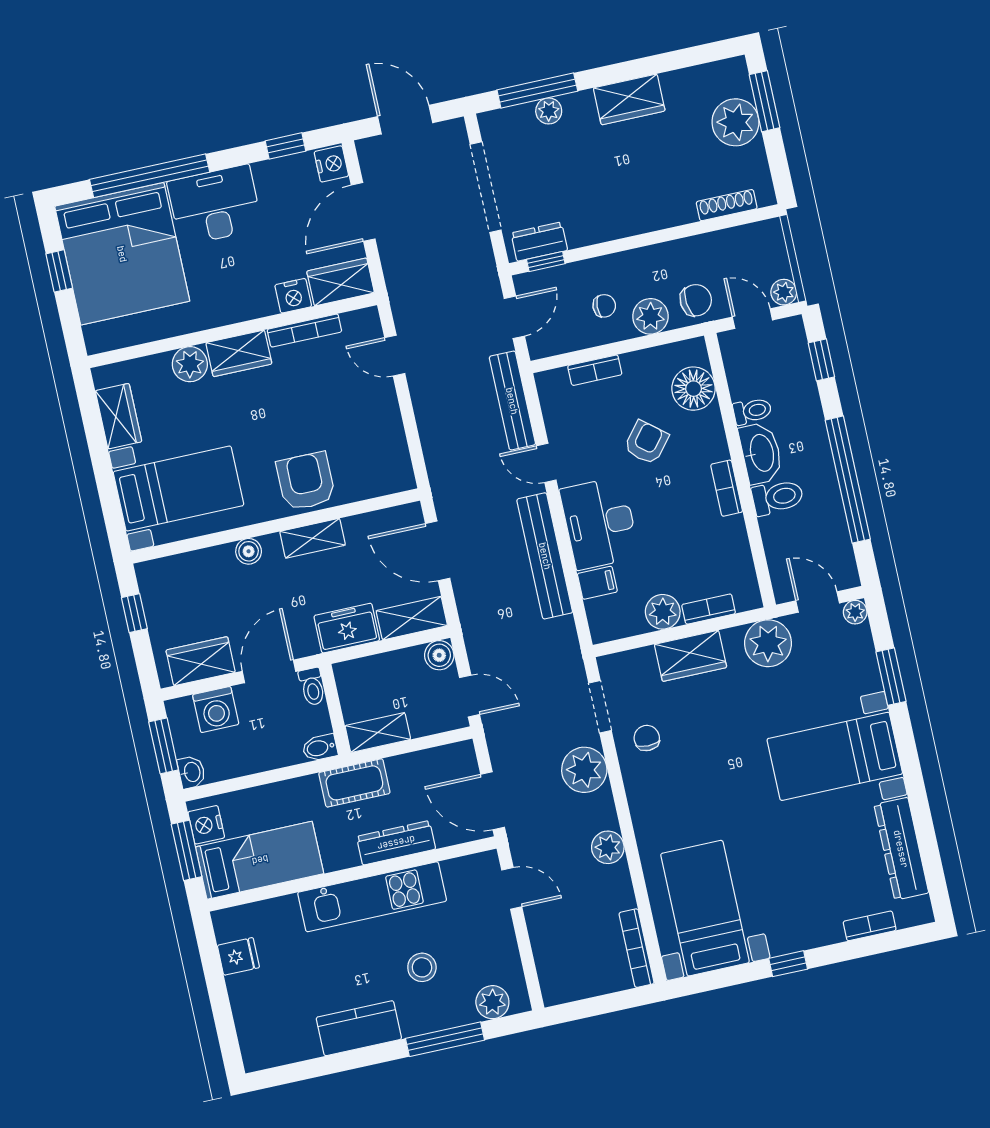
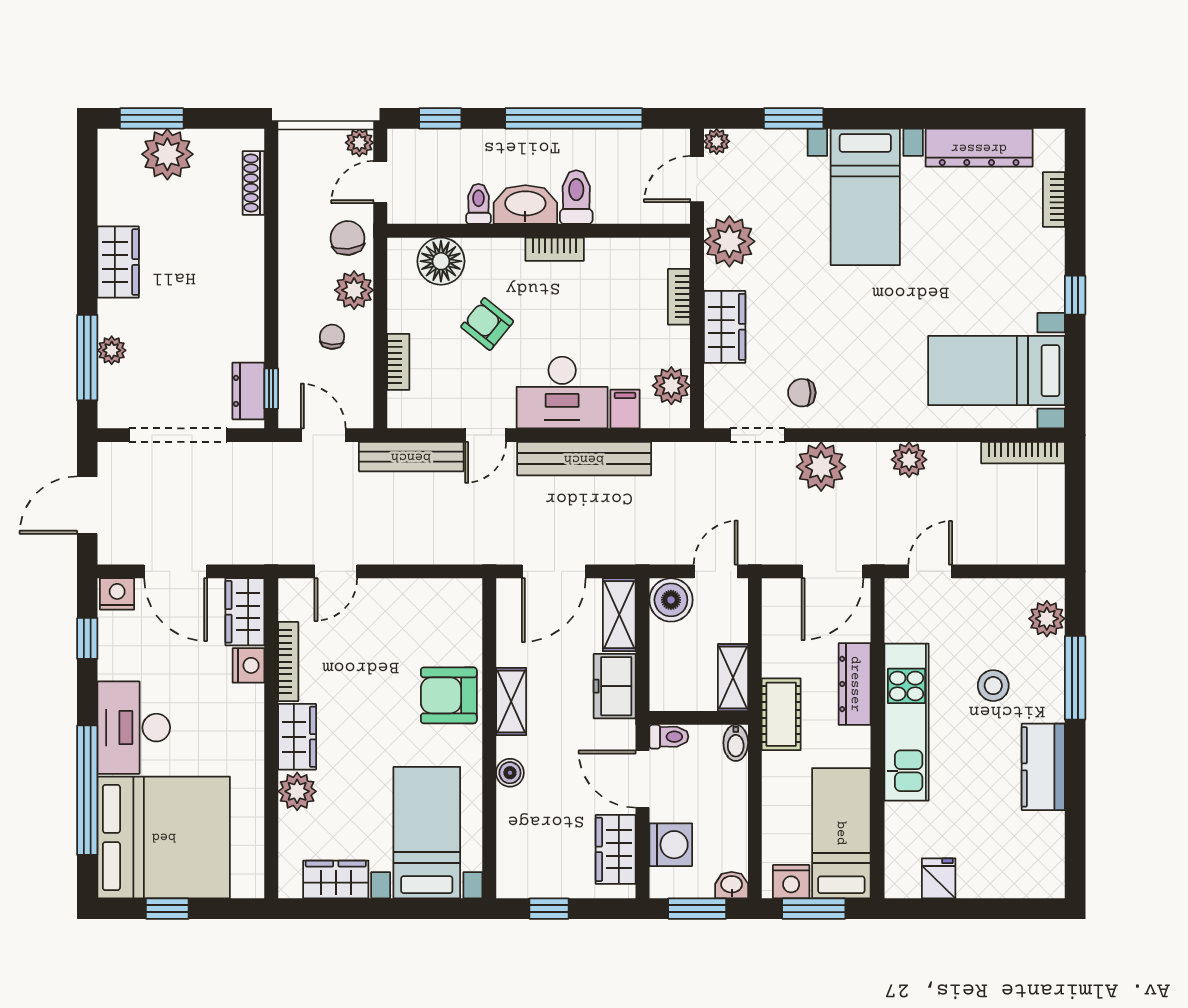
plant: (663, 612) -> (671, 386), moved
boiler: (439, 655) -> (671, 600), width x1.36, depth x1.36

